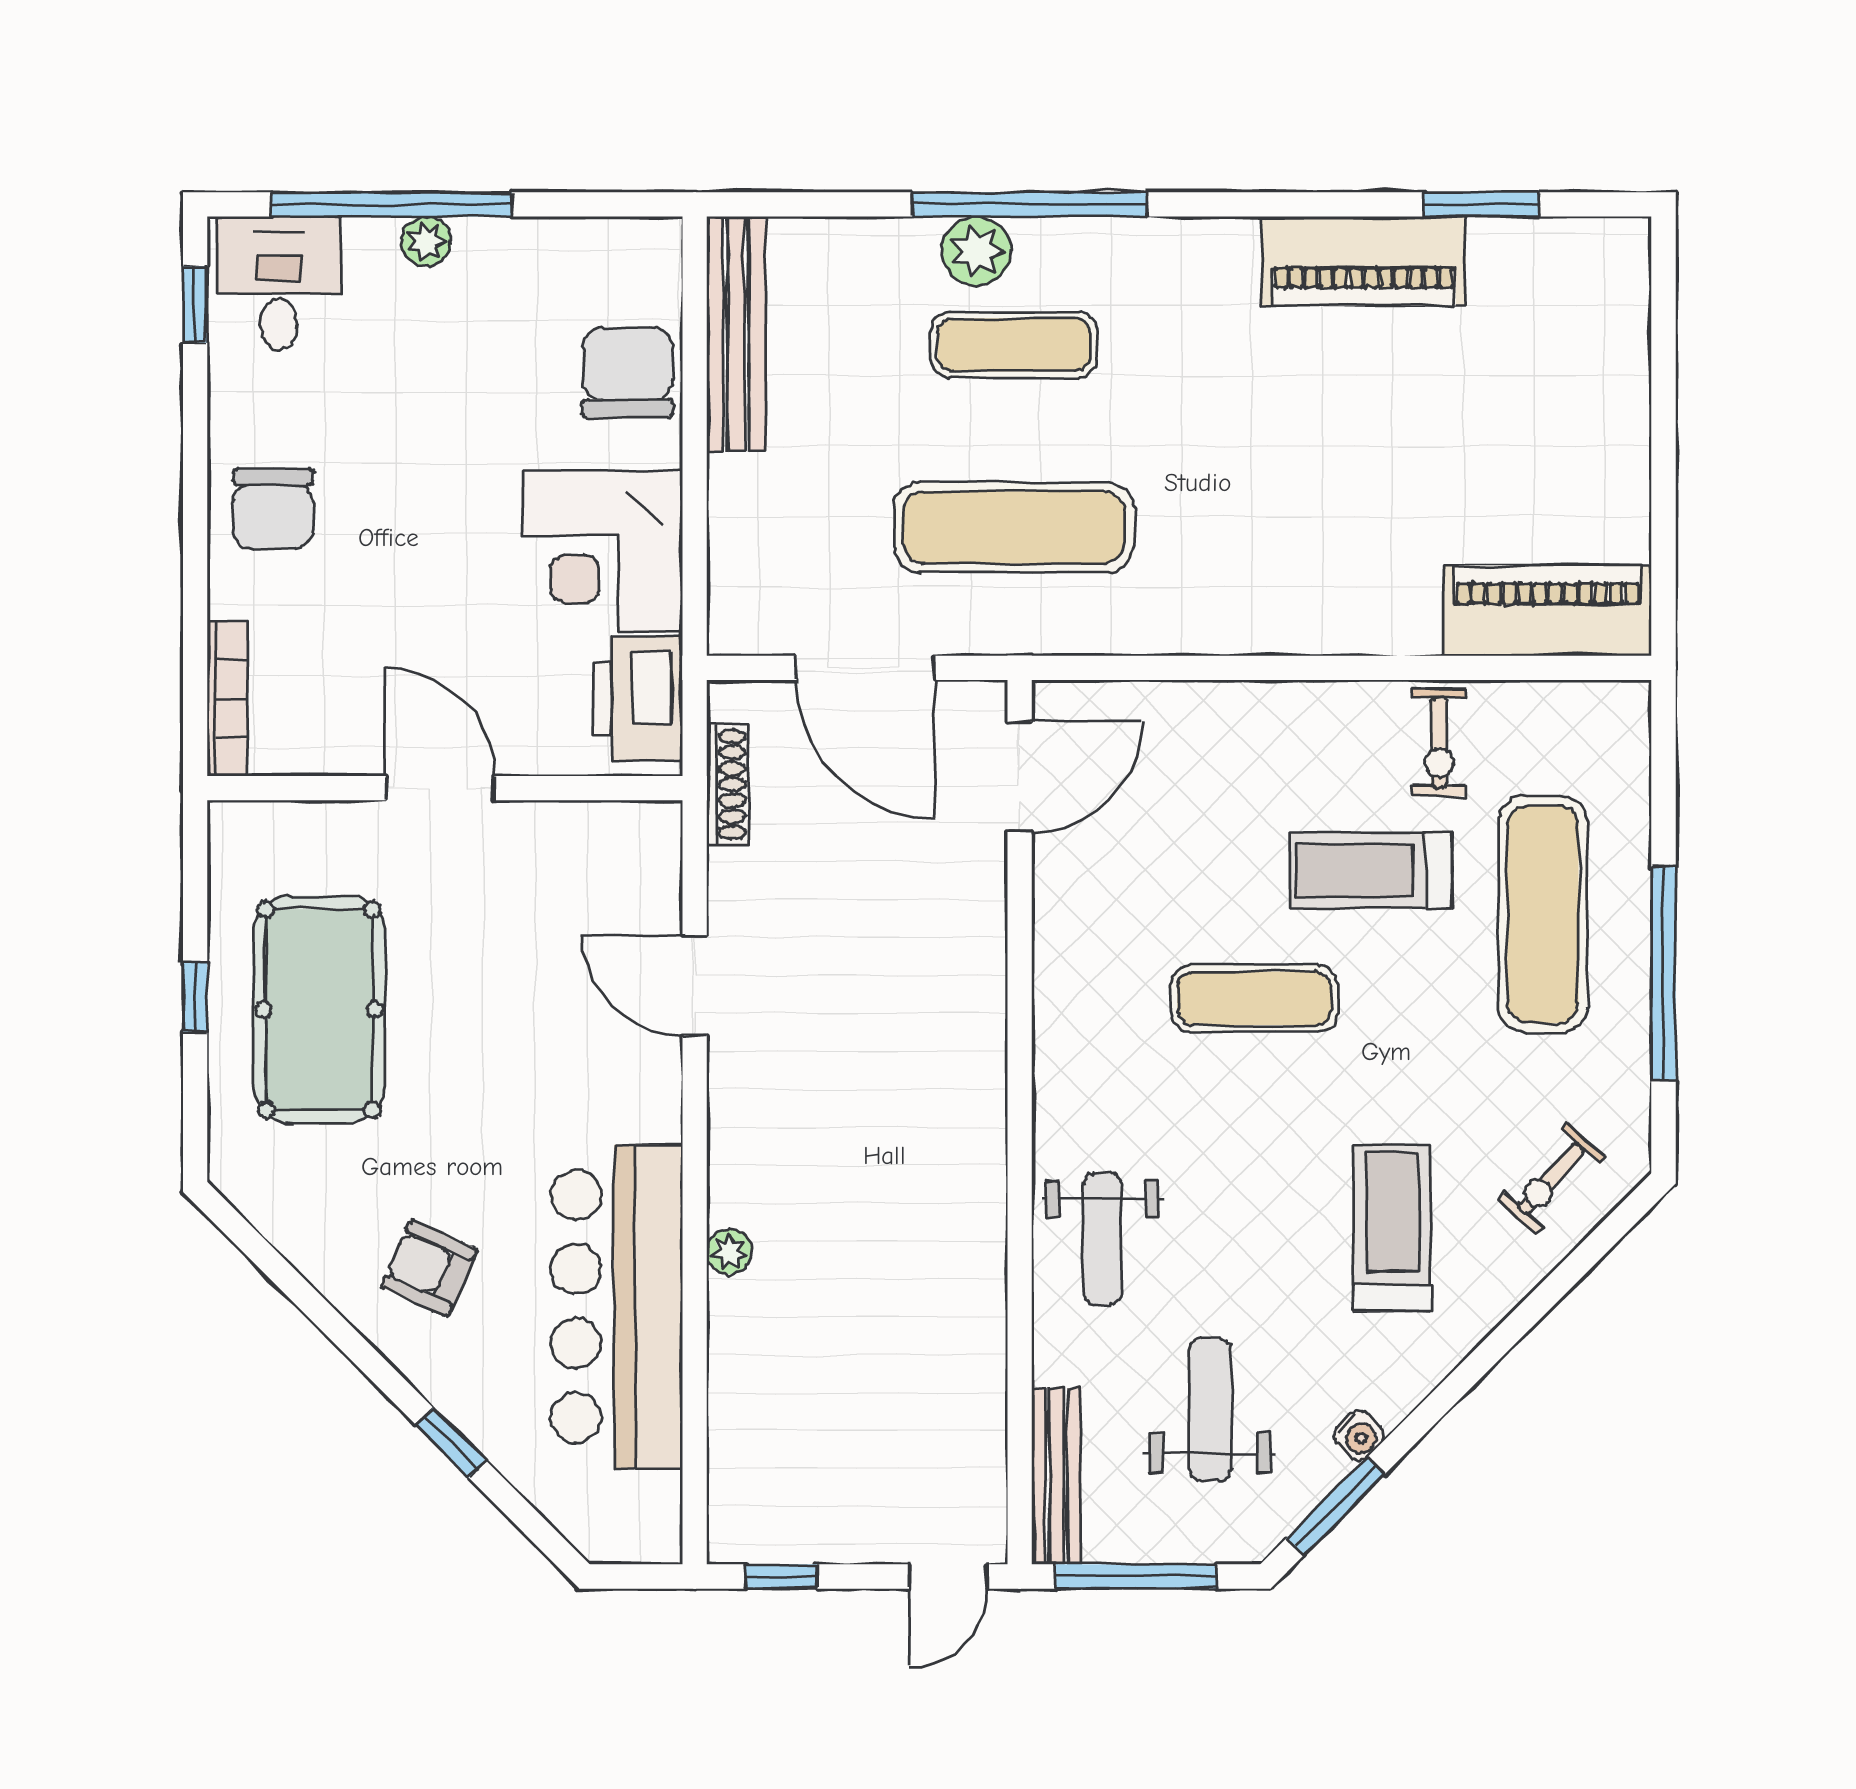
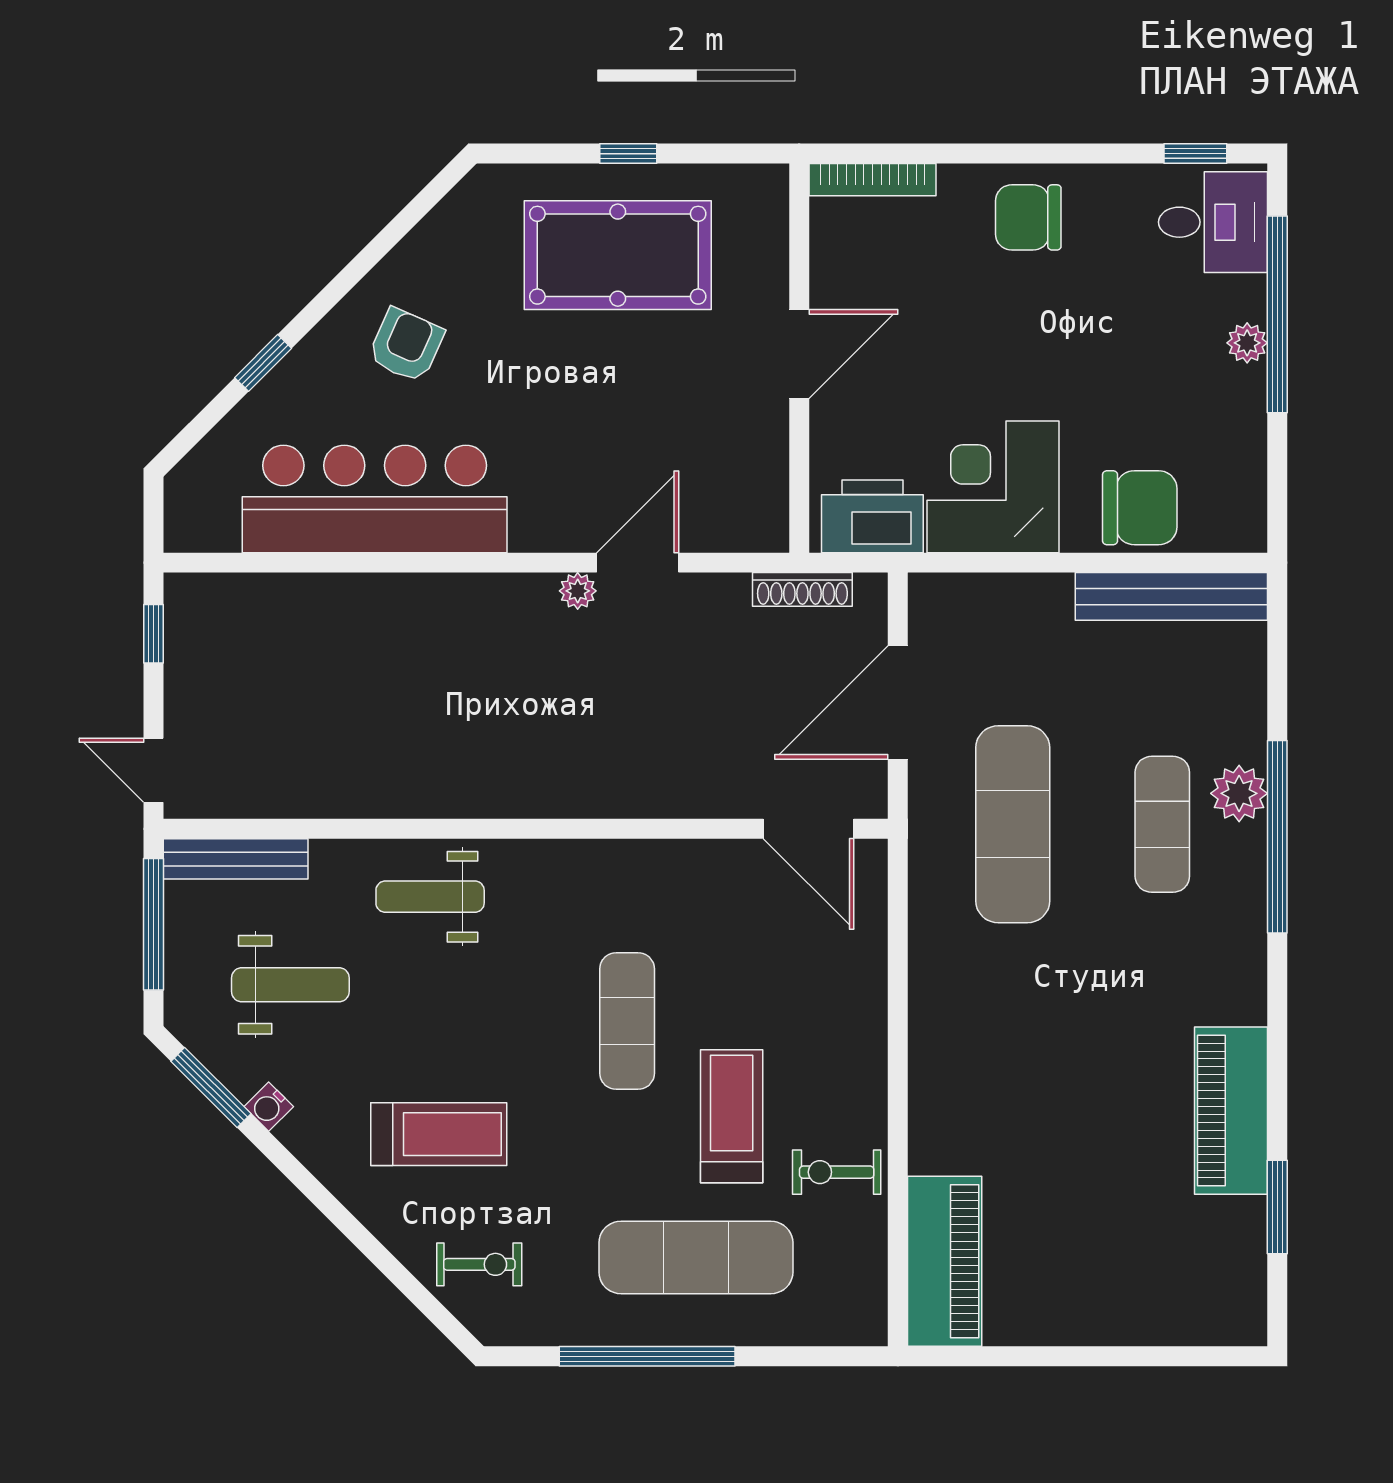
exercise bike: (1551, 1179) -> (479, 1264), turned 138
plant: (729, 1252) -> (578, 591), moved

